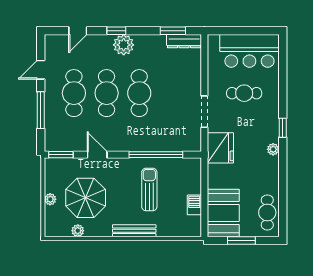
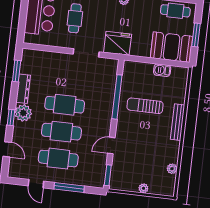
dresser: (184, 41) -> (23, 89), moved
parasol: (86, 198) -> (146, 159), removed

